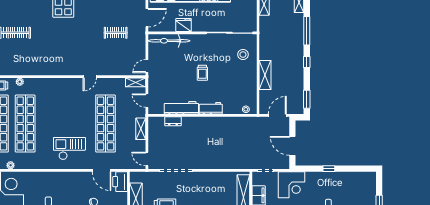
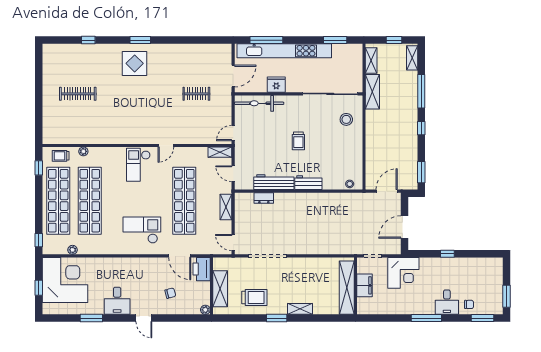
shelving: (265, 75) -> (372, 92), moved
checkout: (66, 93) -> (138, 165), added
door: (292, 146) -> (405, 227), hinge flipped

